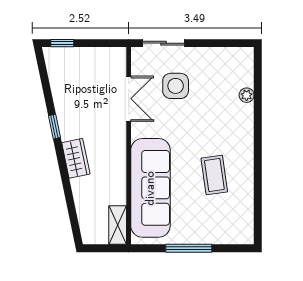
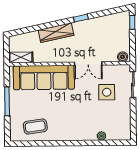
boiler: (118, 60) -> (123, 57), added
double door: (129, 99) -> (88, 64), moved
wardrobe: (76, 158) -> (56, 33), width x1.50
coffee table: (214, 175) -> (35, 127), moved

